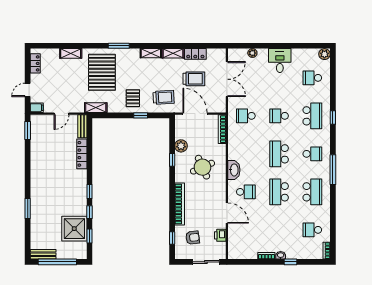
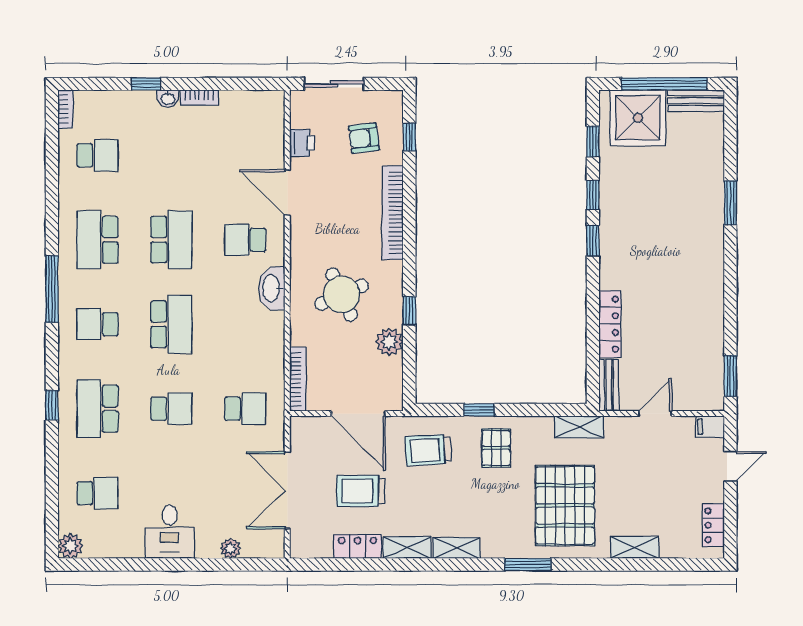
shower: (74, 229) -> (638, 118), moved

